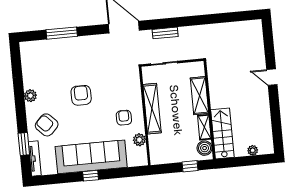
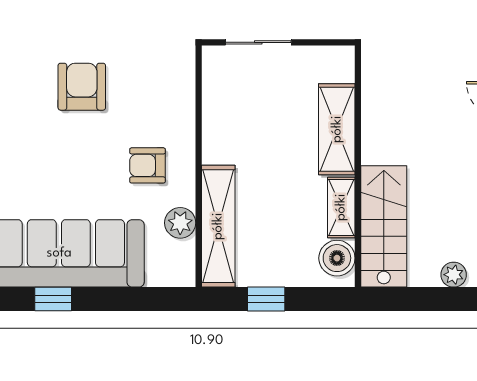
armchair: (81, 95) -> (82, 87), moved
shelving: (152, 109) -> (218, 226), moved
armchair: (124, 118) -> (148, 165), turned -90
window: (190, 166) -> (266, 299), moved

